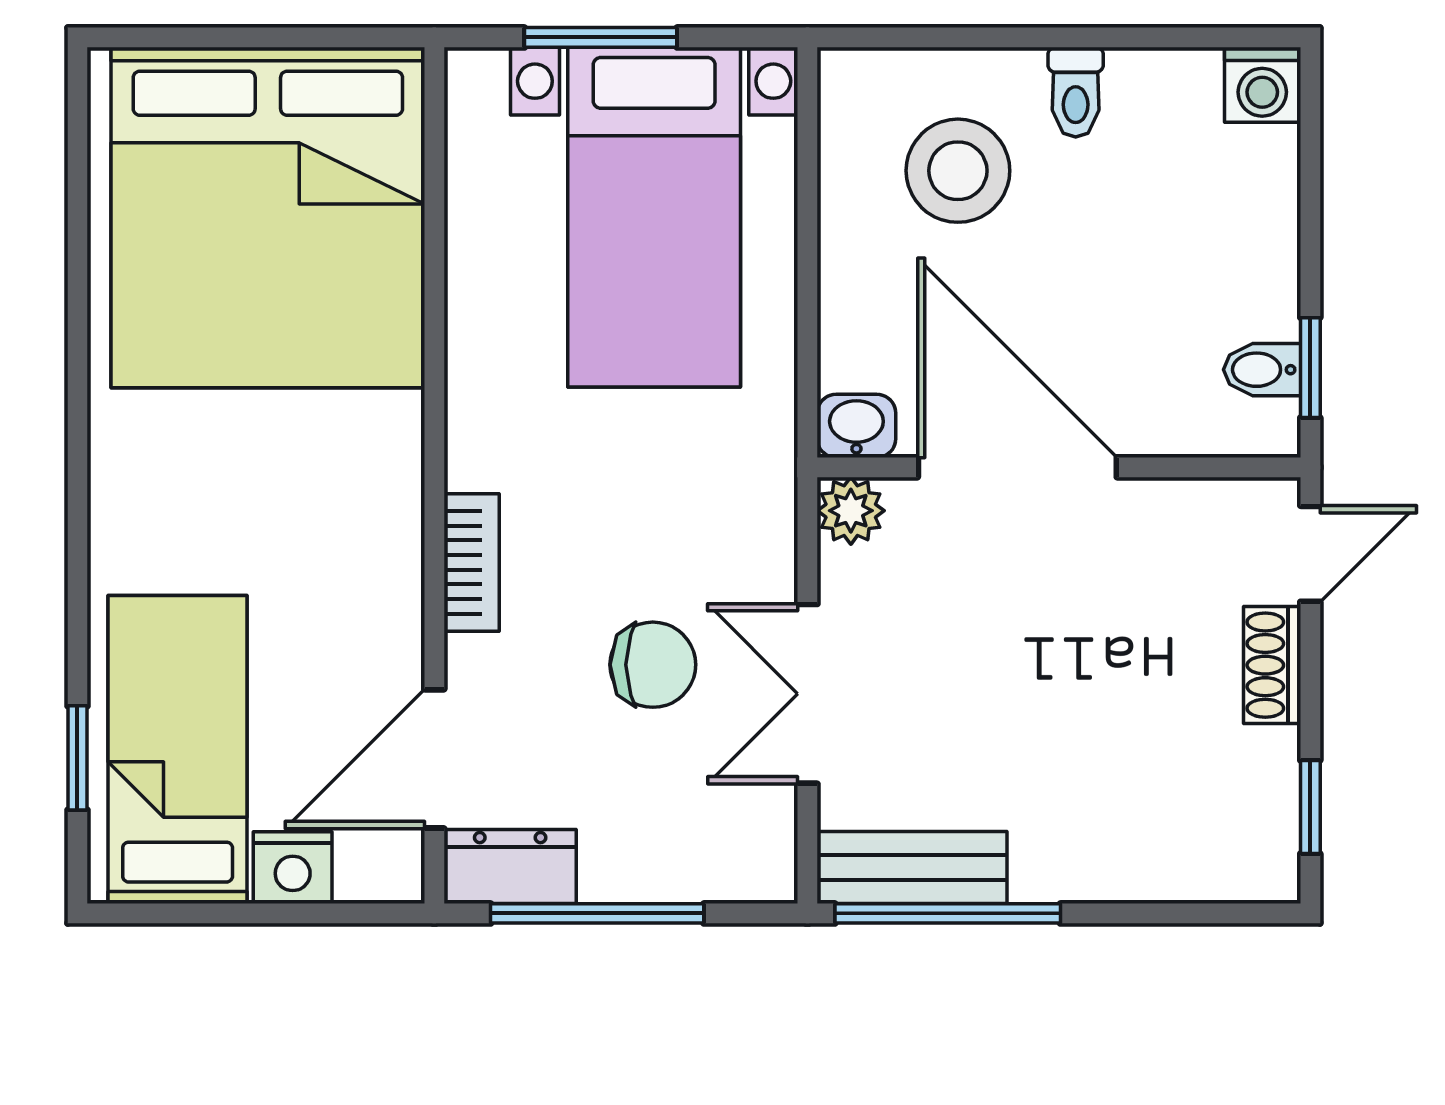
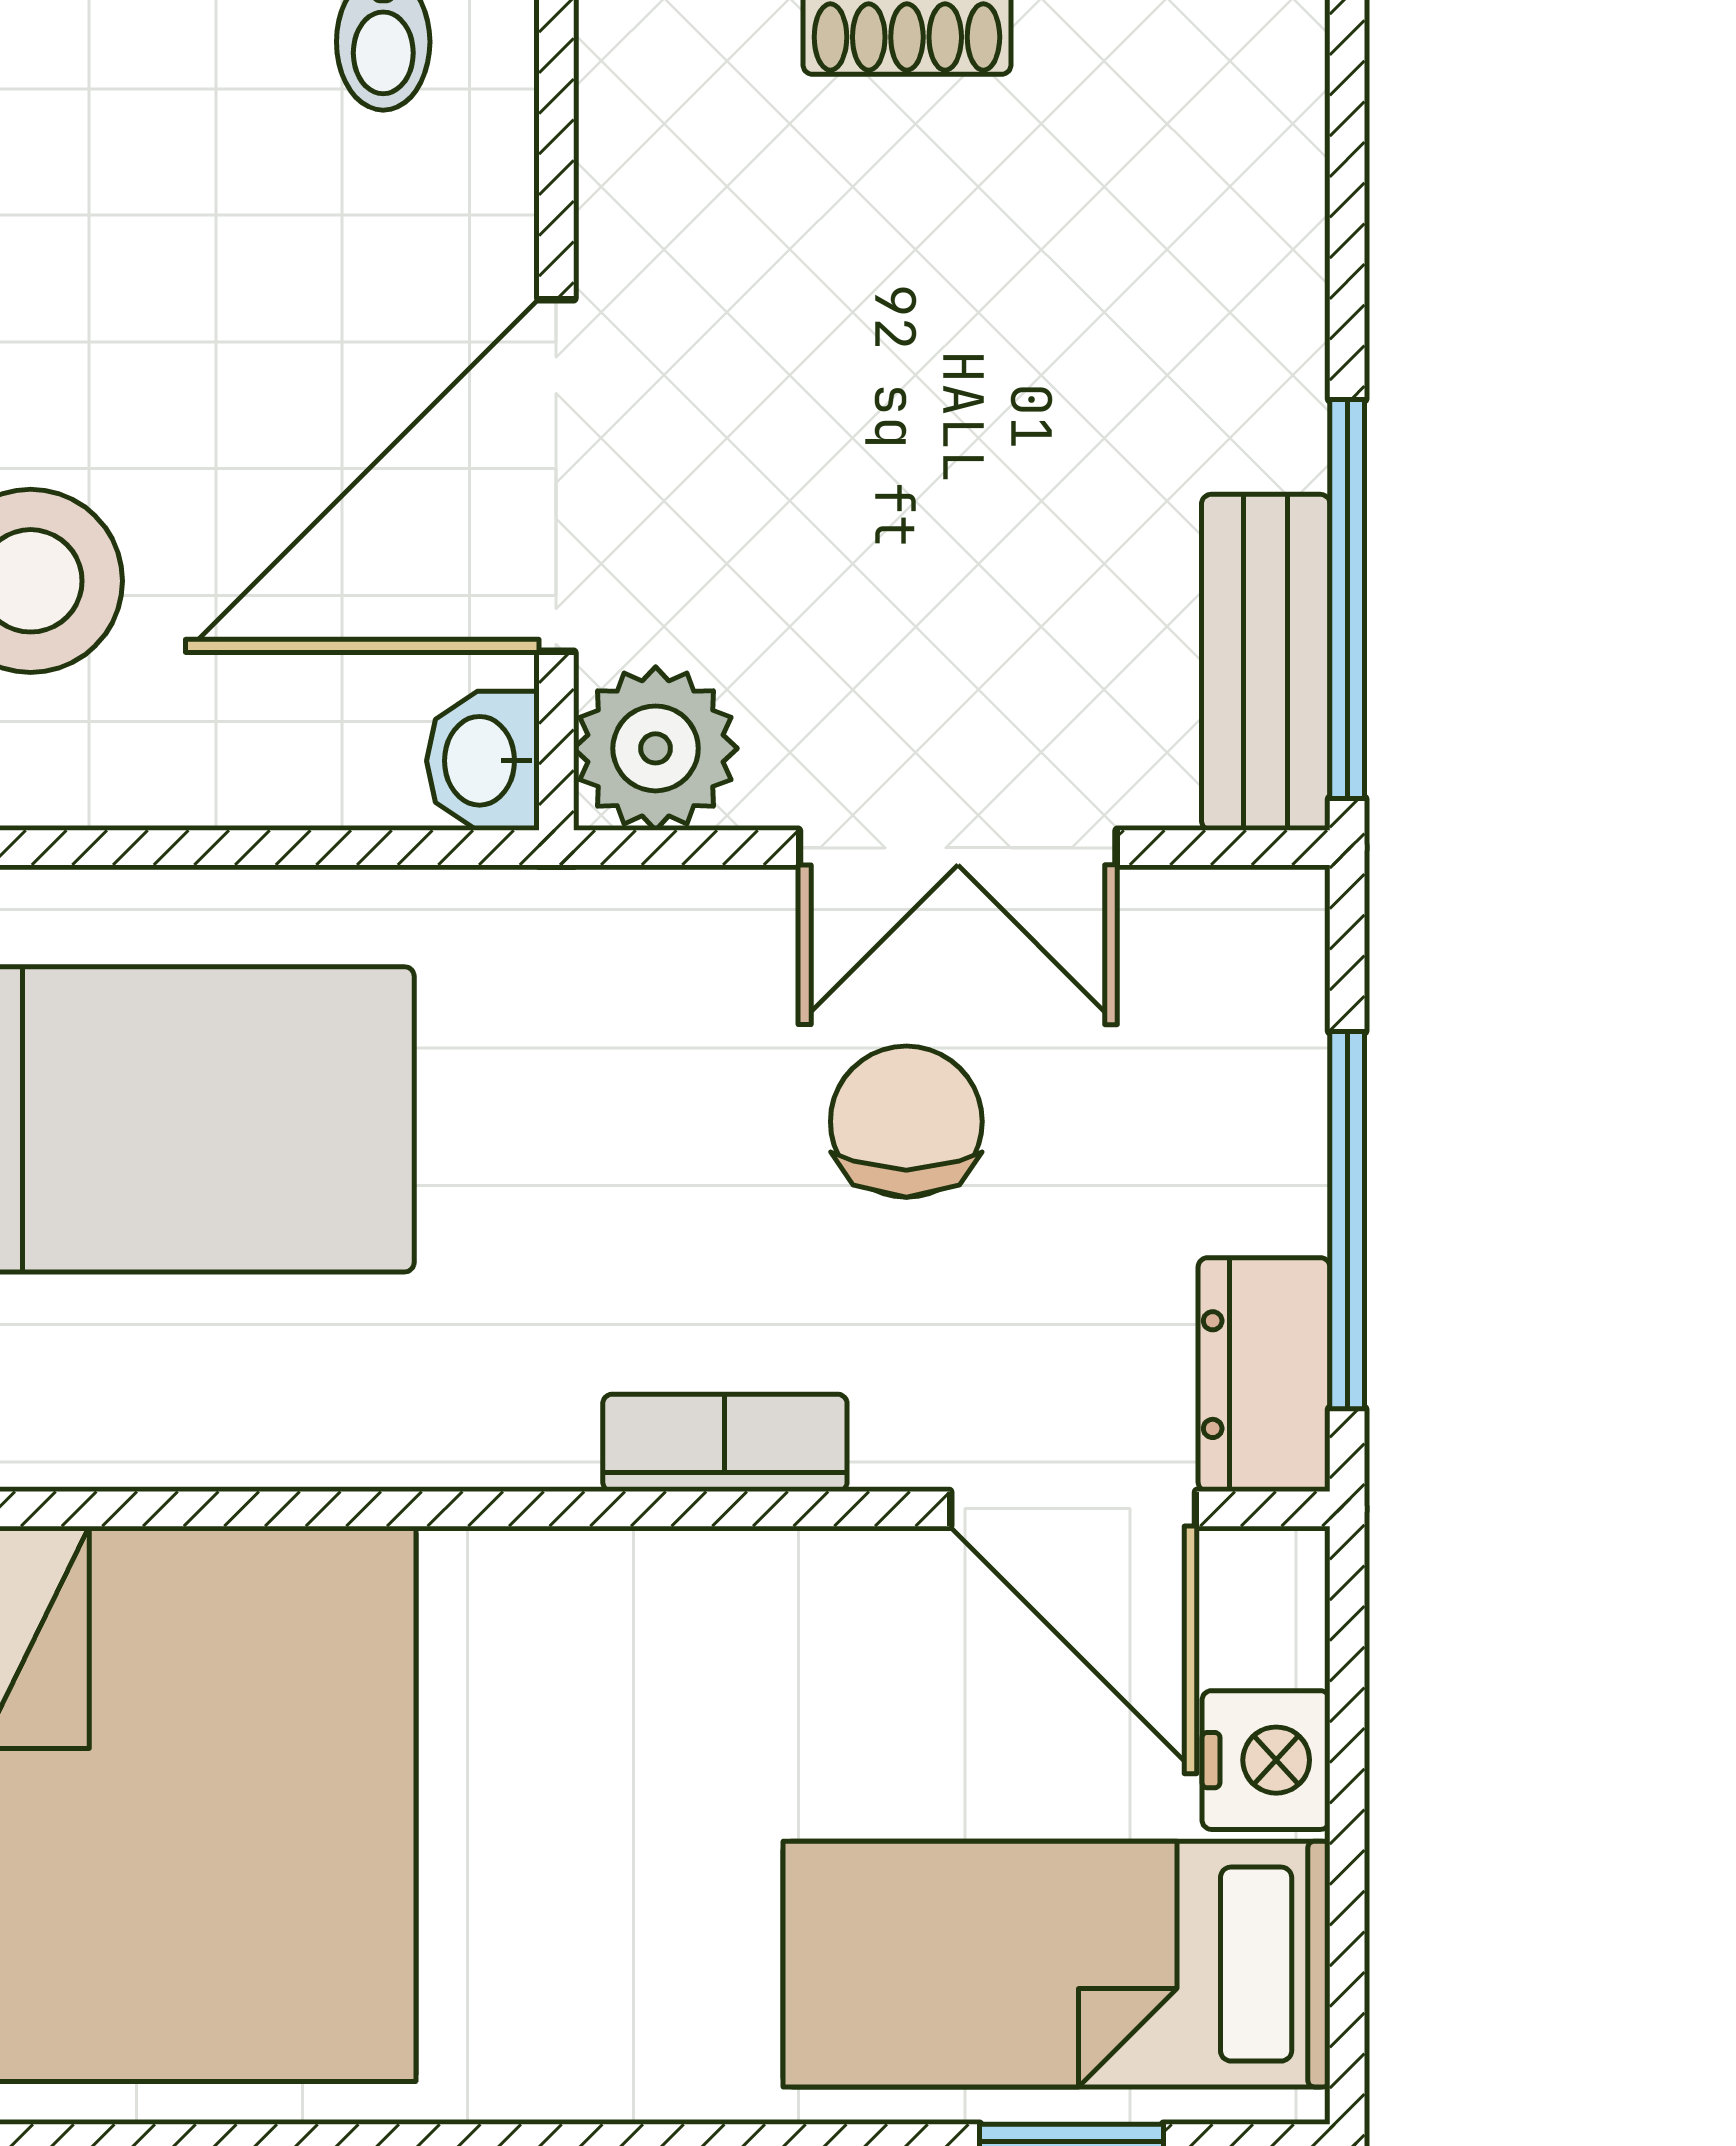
plant: (851, 511) -> (656, 748), width x1.38, depth x1.38

